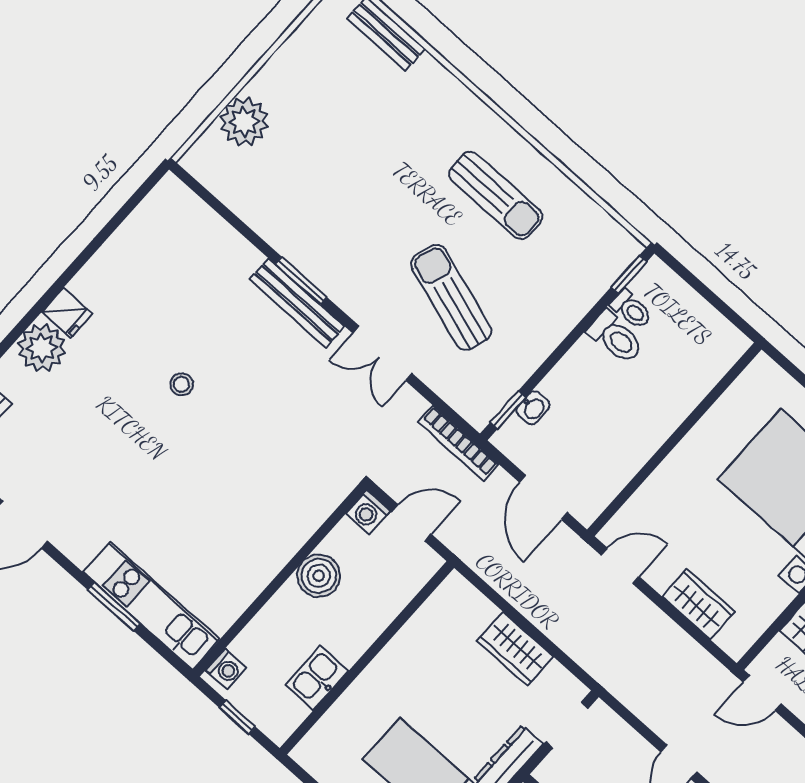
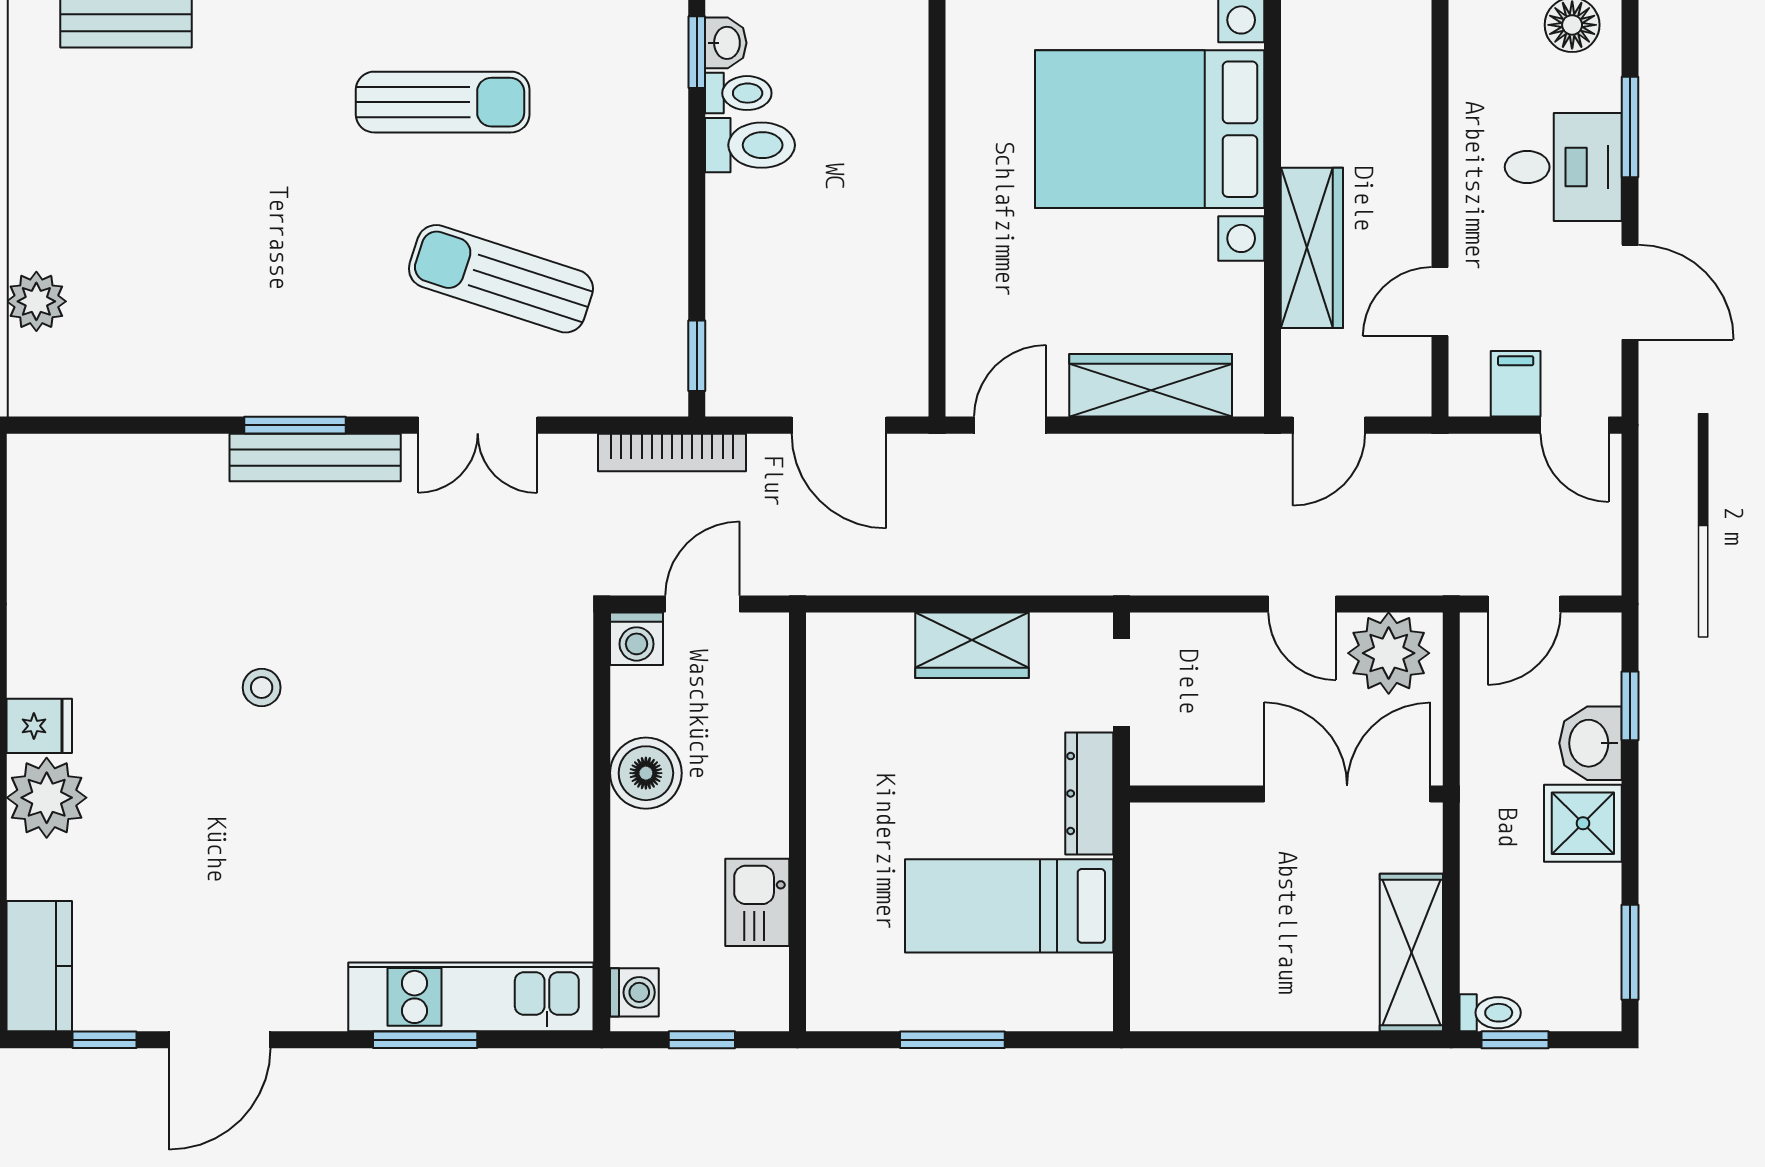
plant: (244, 122) -> (36, 301), width x0.73, depth x0.73
washbasin: (533, 408) -> (726, 43), moved
wardrobe: (699, 604) -> (1151, 385), width x1.50

